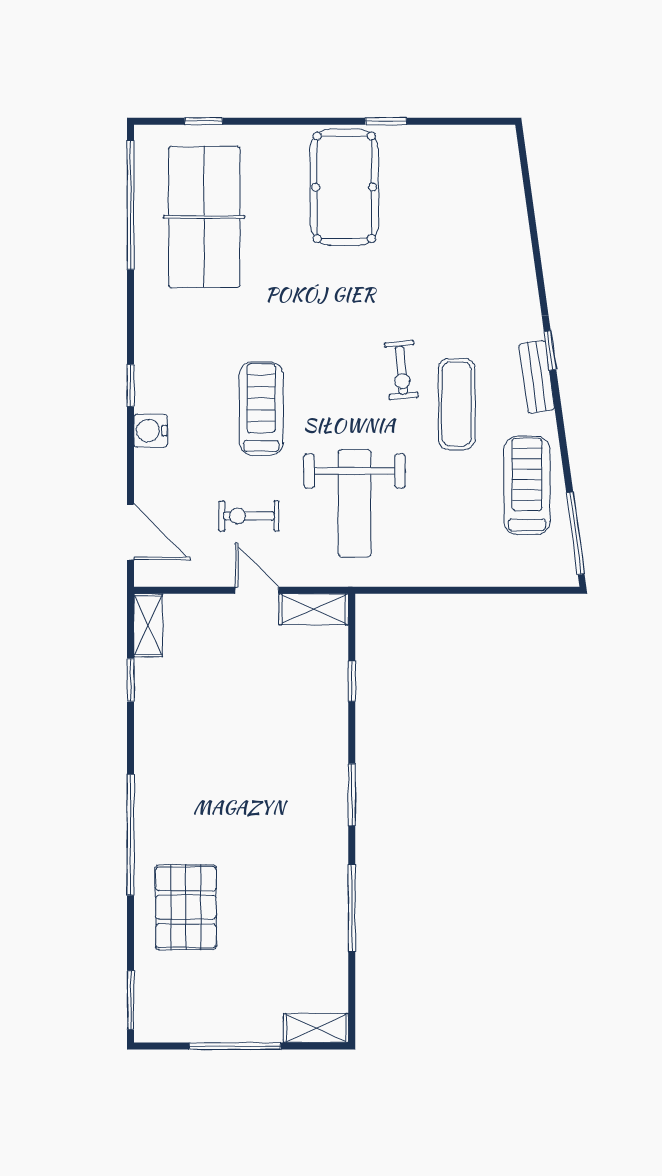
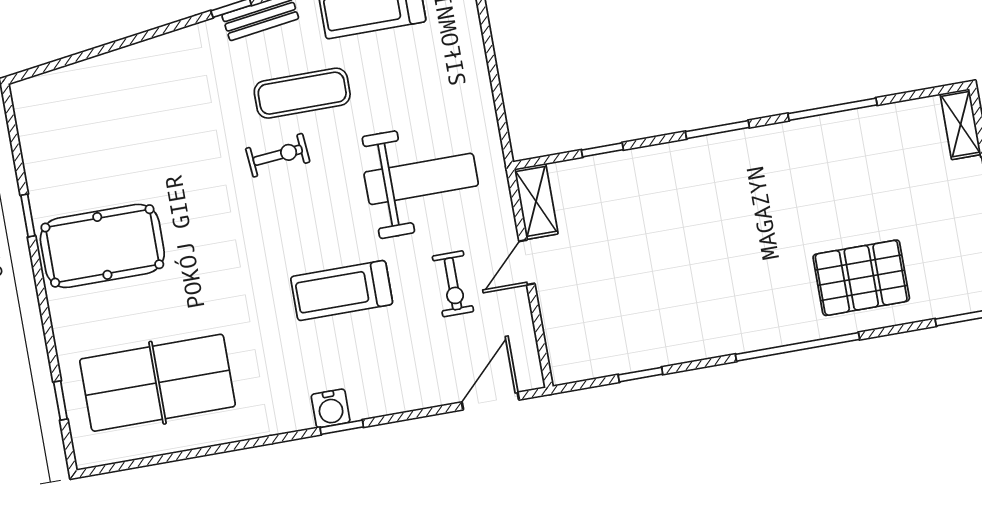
window: (131, 205) -> (158, 460), removed
water cooler: (151, 431) -> (331, 408), moved
shelving: (148, 625) -> (582, 366), removed

